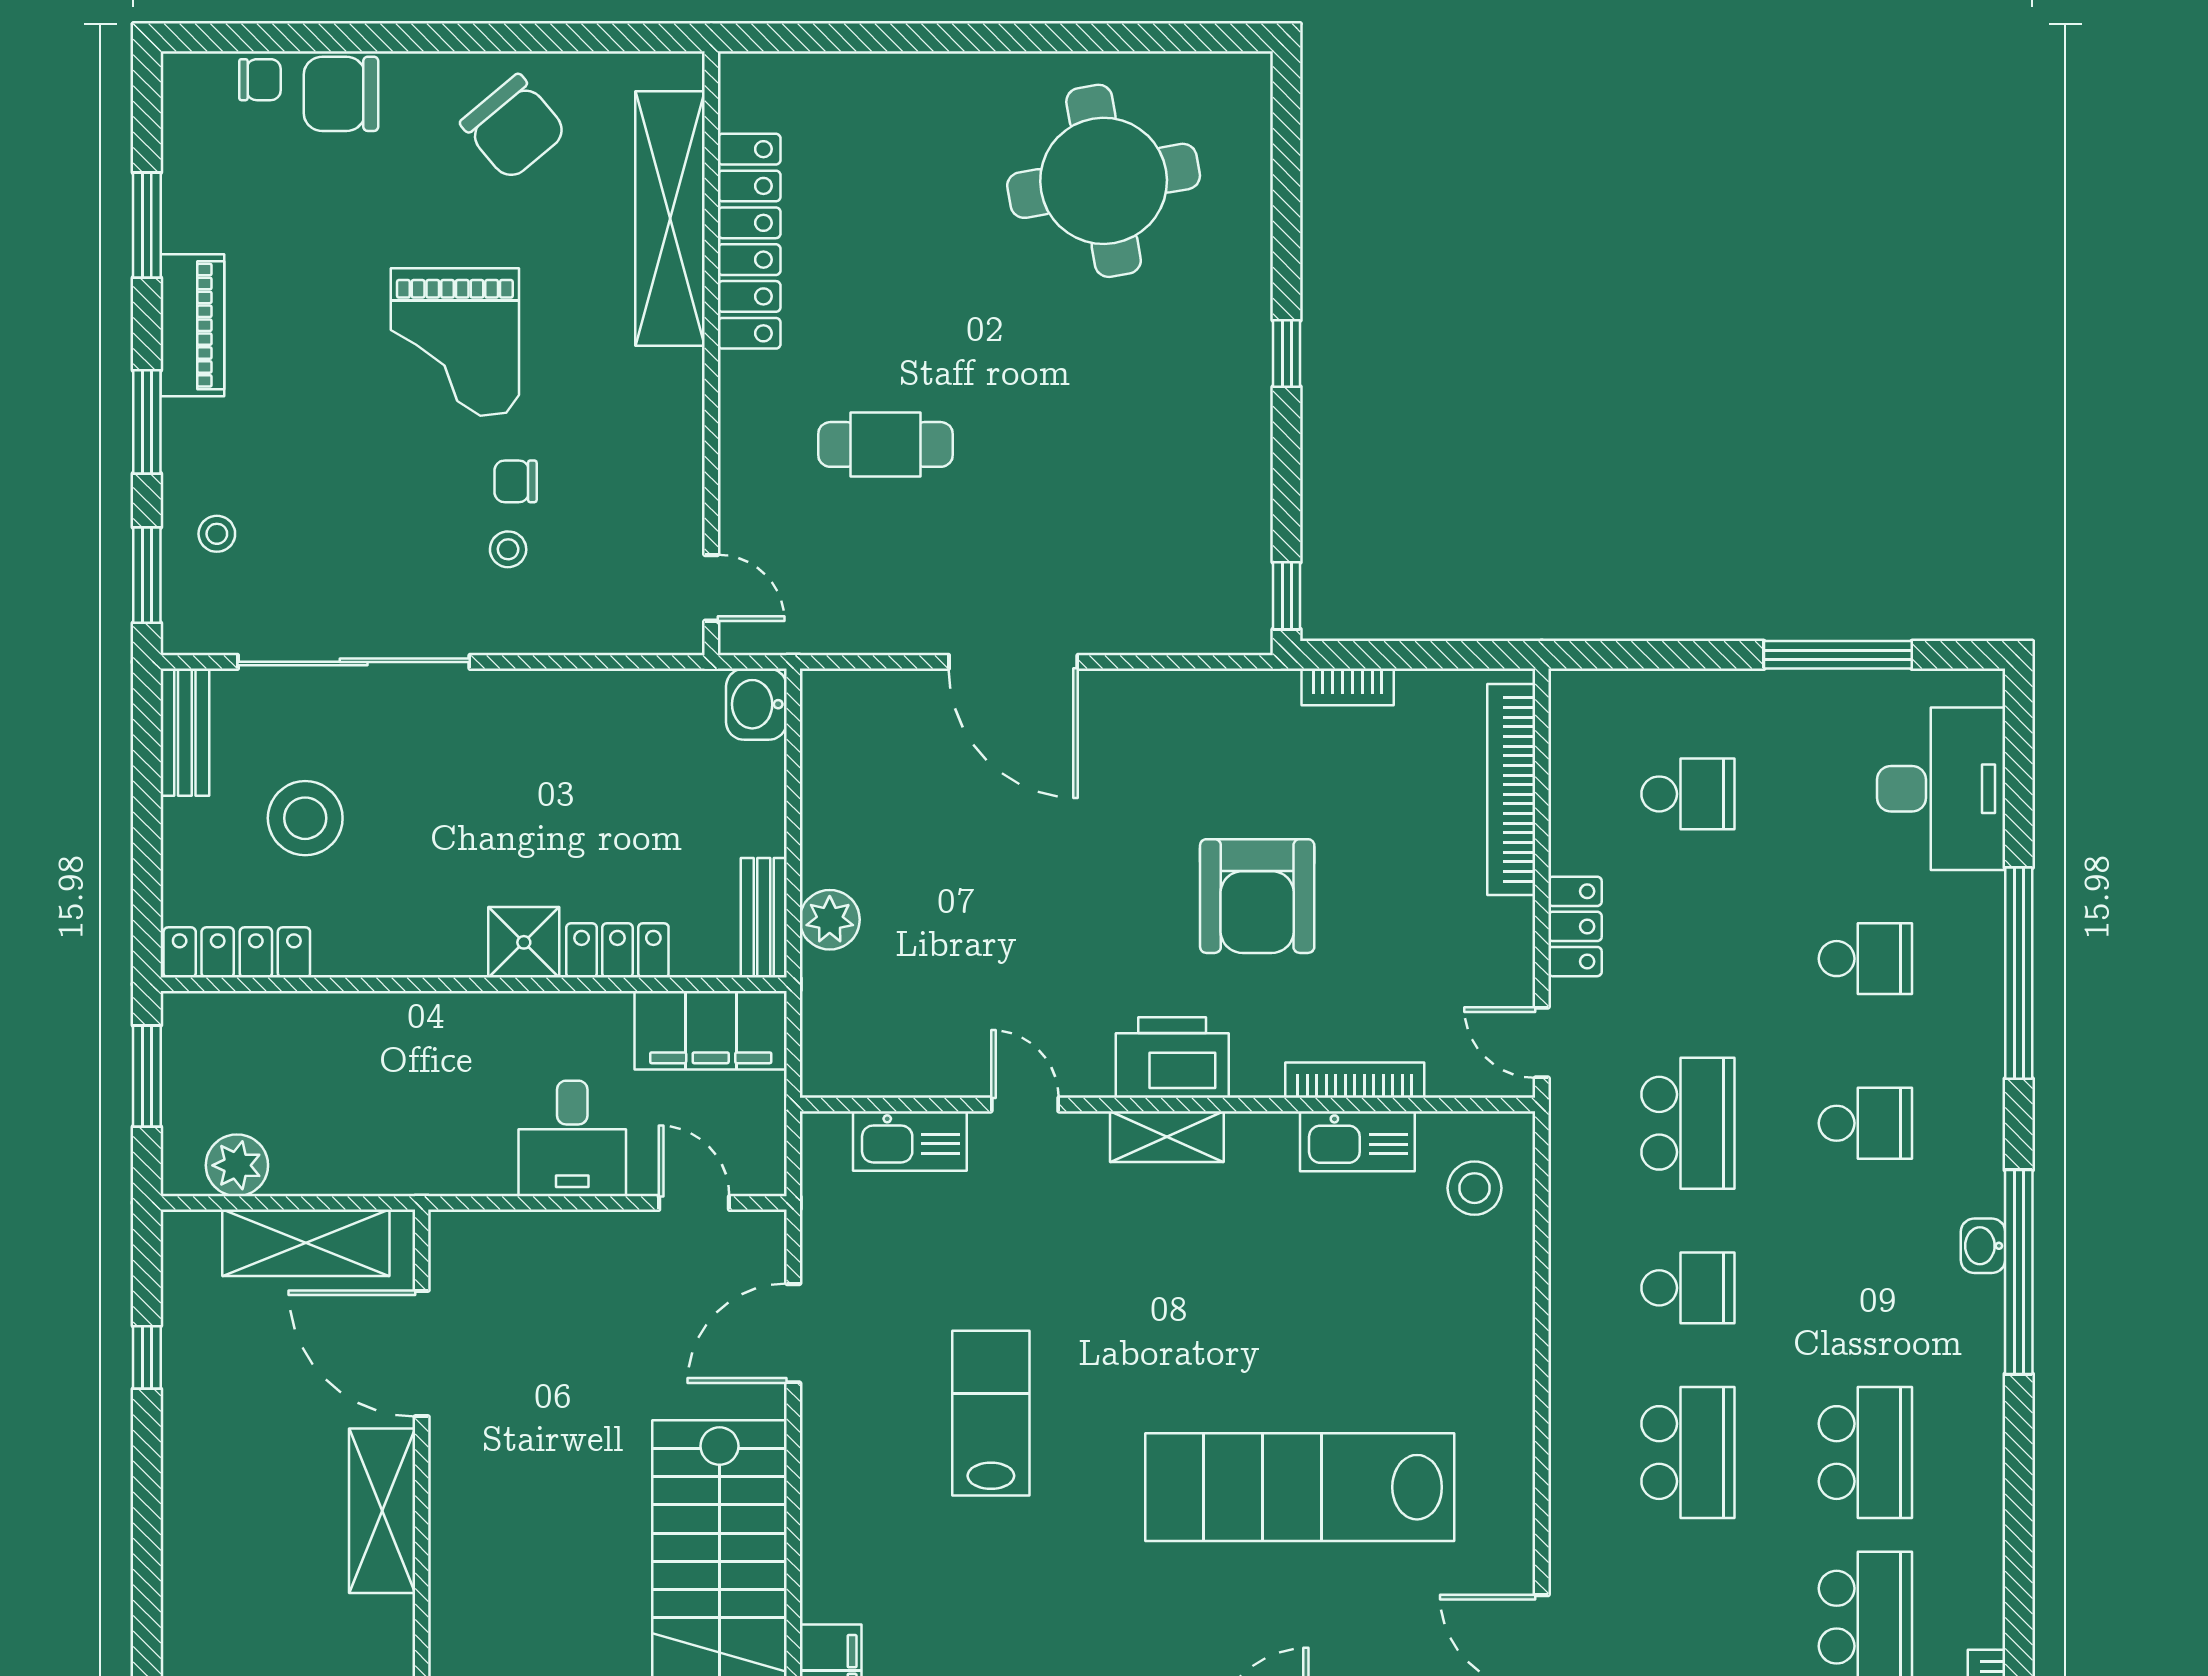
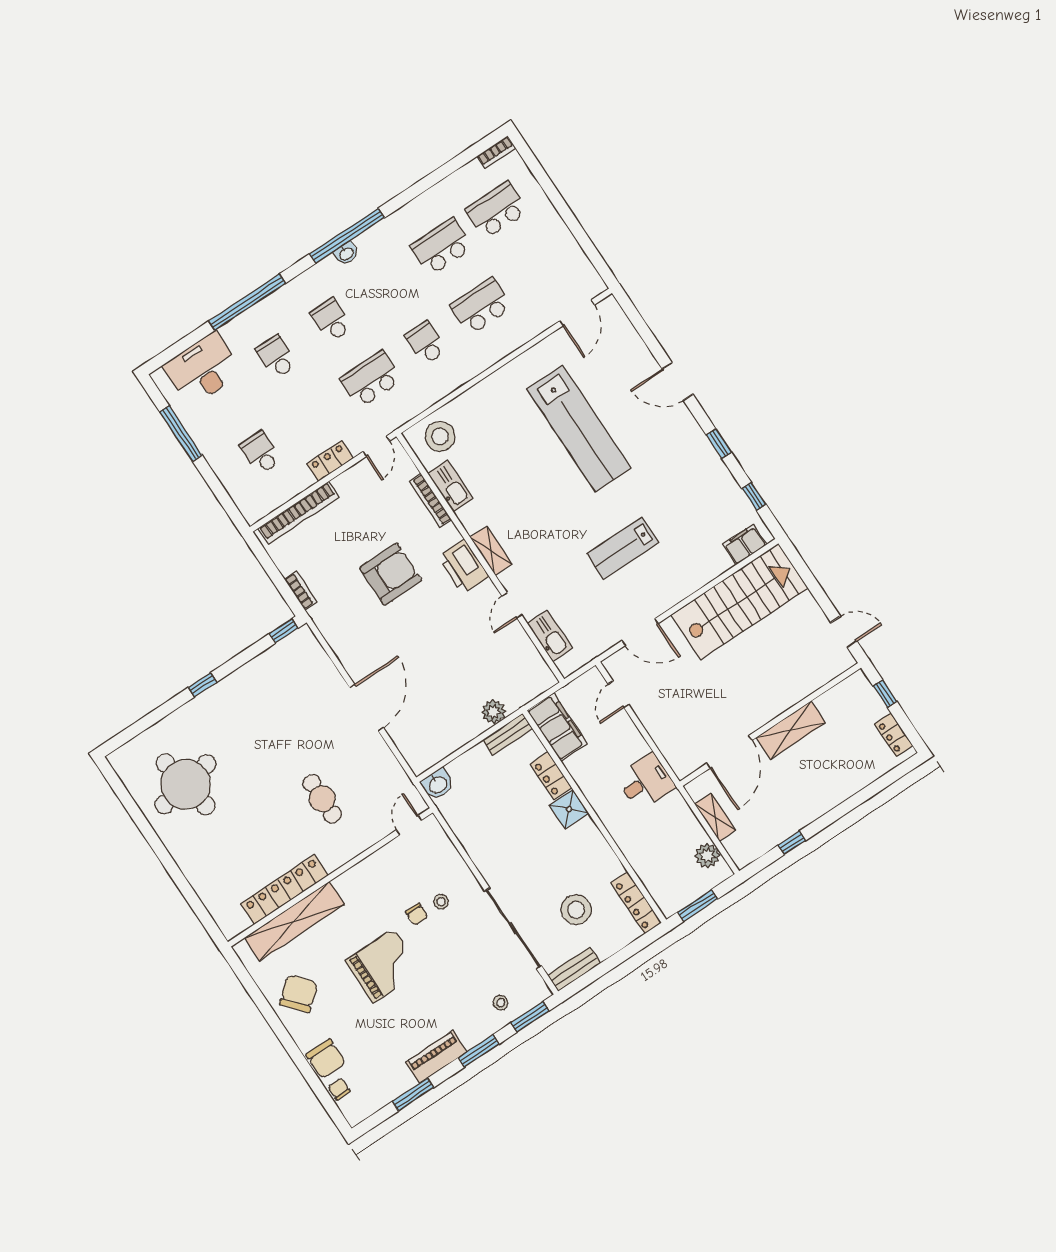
desk: (572, 1138) -> (646, 782), moved
stool: (1474, 1188) -> (440, 436), width x1.38, depth x1.38
shelving: (306, 1243) -> (715, 817), width x0.67, depth x0.75

